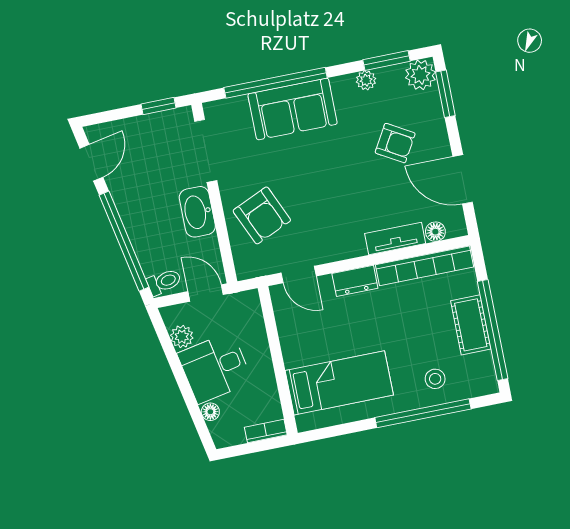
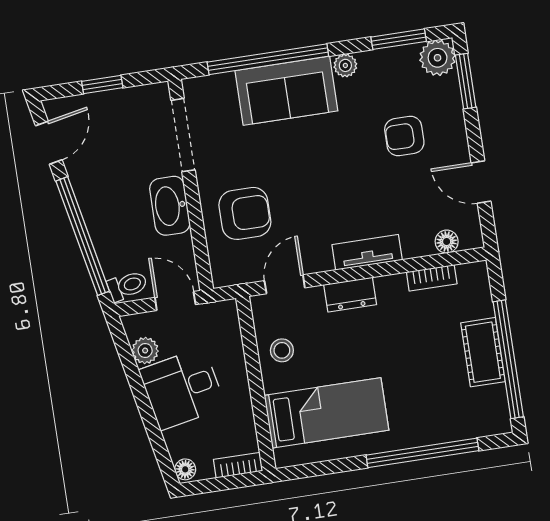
plant: (366, 80) -> (345, 65), moved
window: (159, 106) -> (102, 85), moved
armchair: (395, 143) -> (404, 136), turned 150
door: (463, 179) -> (481, 182), width x0.73
armchair: (262, 215) -> (245, 213), turned -66
tv unit: (395, 239) -> (367, 252), moved
bookcase: (425, 266) -> (432, 278), width x0.43, depth x0.76
door: (299, 274) -> (285, 284), swing flipped
stool: (435, 379) -> (282, 350), moved
floor lamp: (210, 412) -> (185, 469), moved

